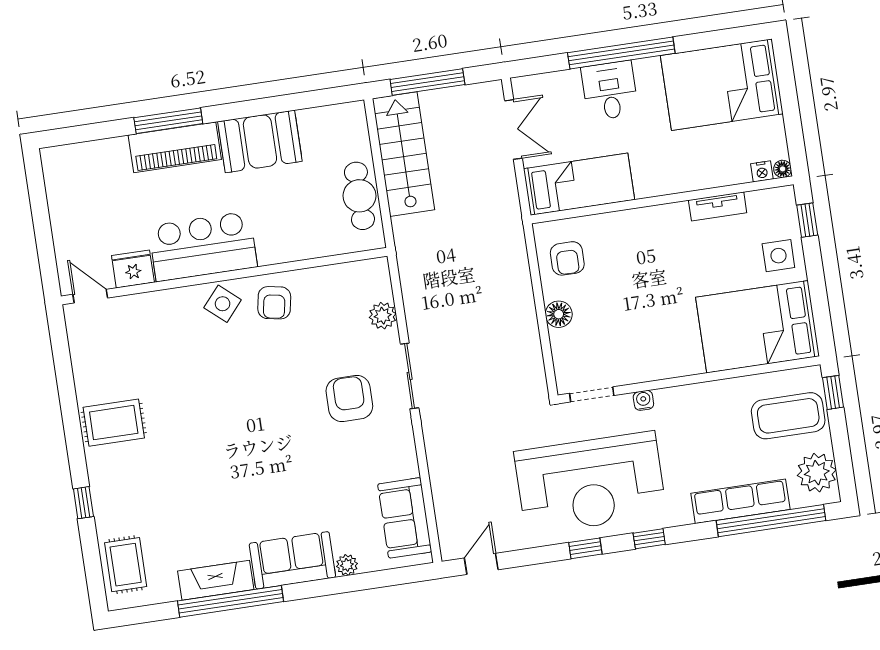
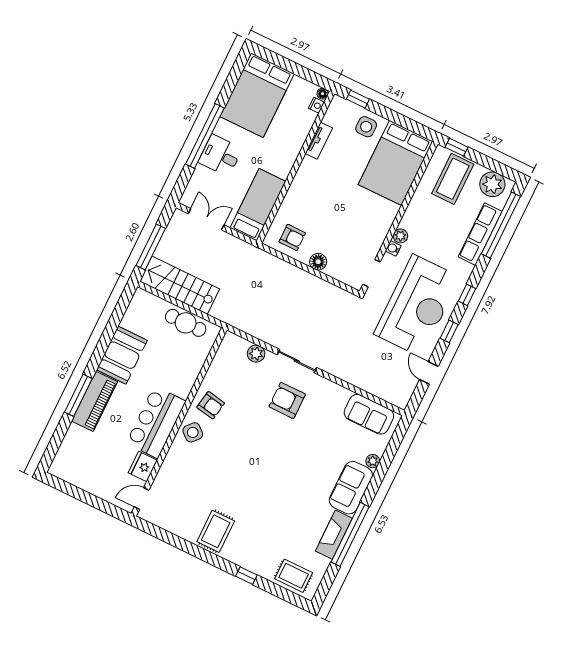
plant: (666, 399) -> (400, 236), added
door: (481, 564) -> (429, 373), moved

